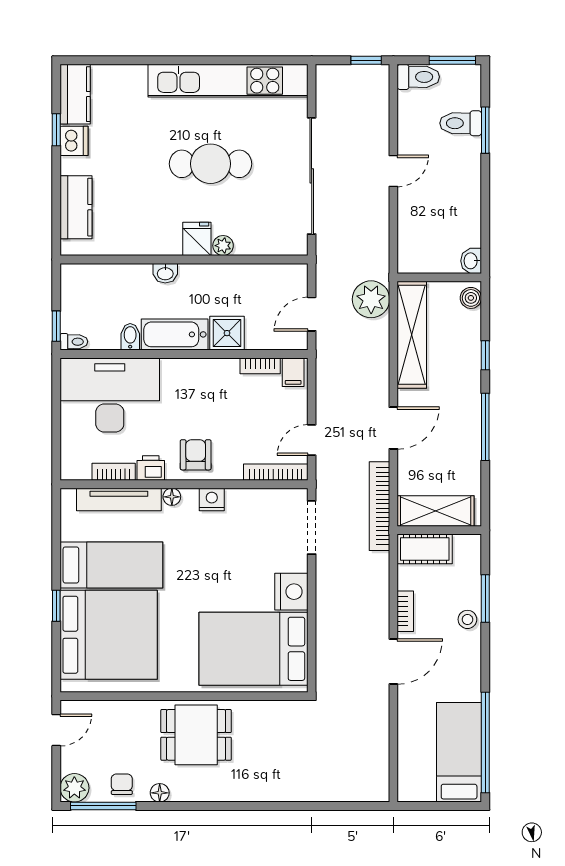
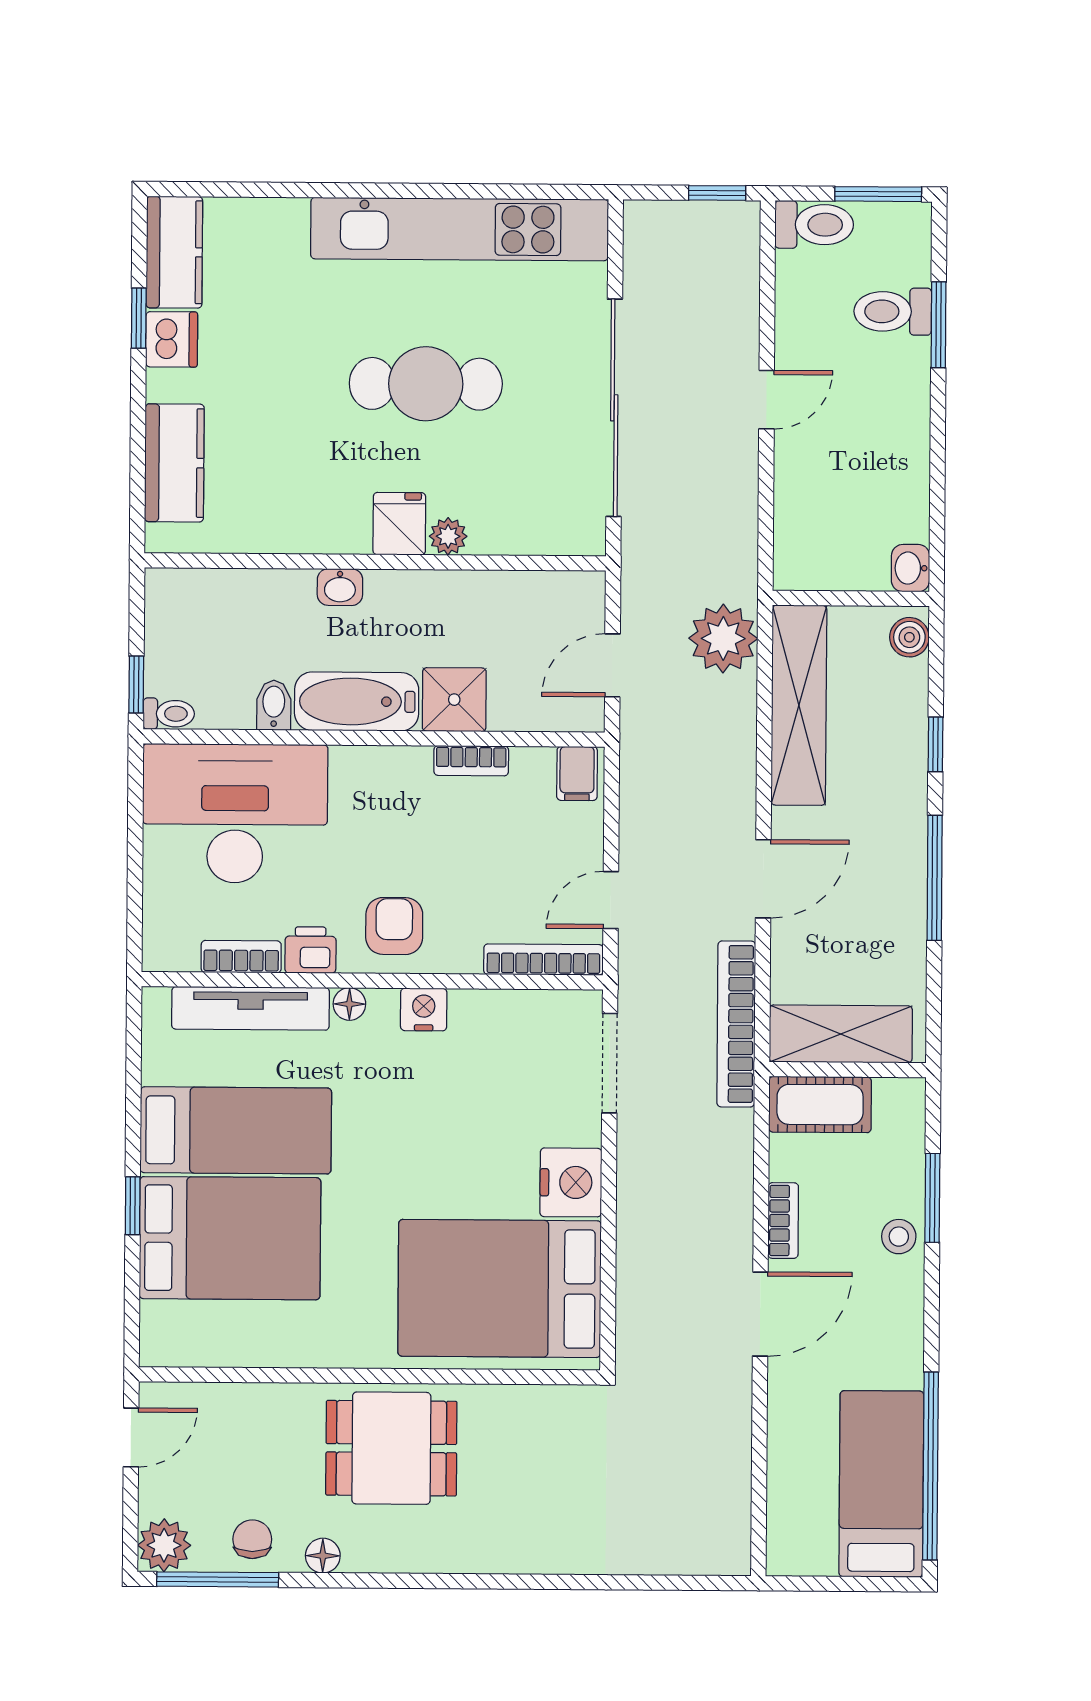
bookcase: (260, 366) -> (471, 761), moved
bed: (109, 635) -> (230, 1238), width x0.73

